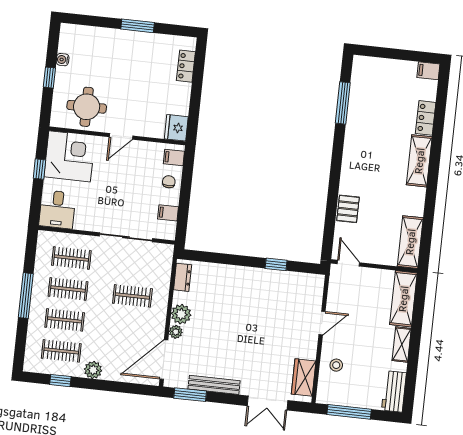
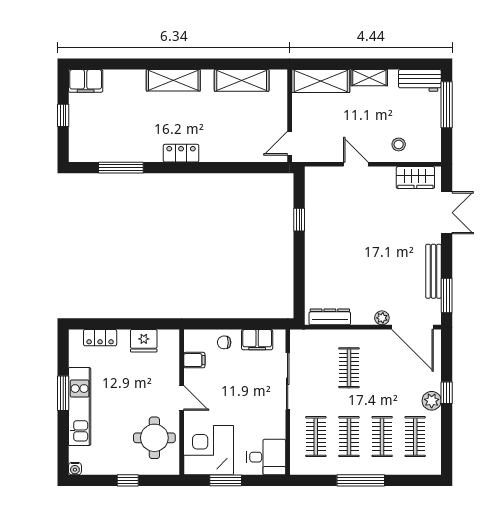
kitchen unit: (123, 40) -> (80, 407), added
window: (398, 54) -> (63, 115), added
water cooler: (63, 60) -> (75, 469), moved
filing cabinet: (428, 71) -> (86, 81), width x2.00
locker: (426, 118) -> (181, 153), moved, turned 180
fridge: (176, 128) -> (144, 341), moved
filing cabinet: (174, 157) -> (194, 360), moved, turned -90
window: (39, 169) -> (226, 480), width x1.50
pallet: (348, 209) -> (232, 150), removed
filing cabinet: (168, 213) -> (257, 340), width x2.00
shelving: (410, 242) -> (242, 80), moved
dresser: (183, 277) -> (330, 317), width x1.44
plant: (181, 314) -> (363, 314), removed
window: (60, 381) -> (447, 393), moved
window: (349, 412) -> (447, 105), moved

